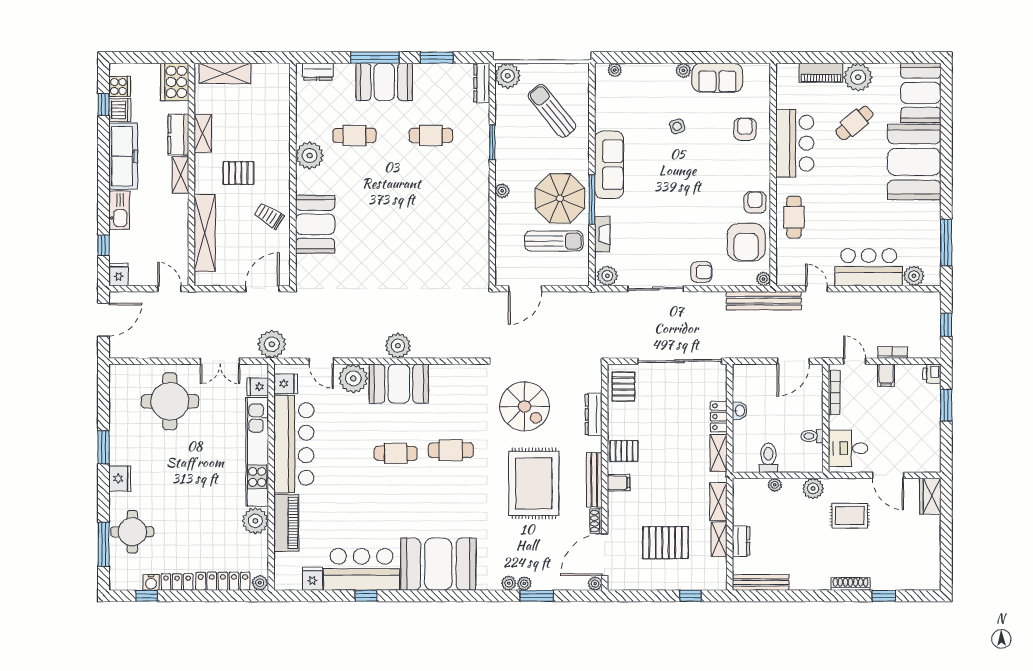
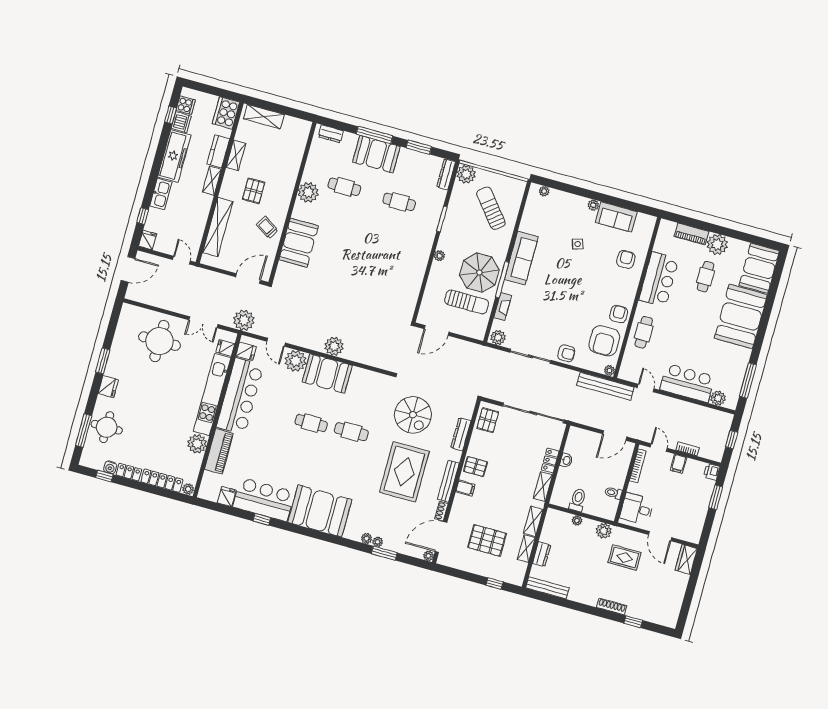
cafe table: (854, 123) -> (706, 277), turned -50
pallet: (238, 173) -> (254, 191), turned 90

